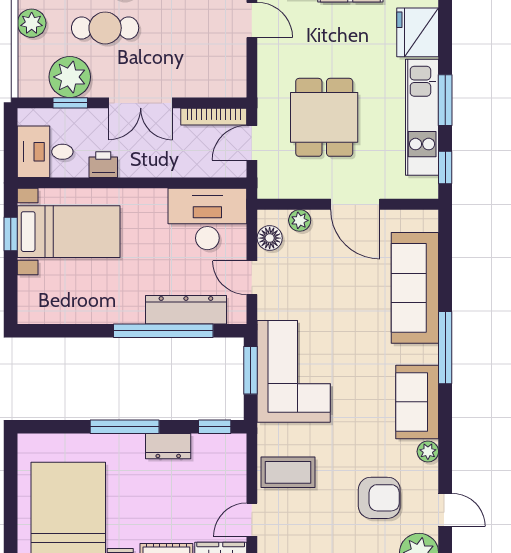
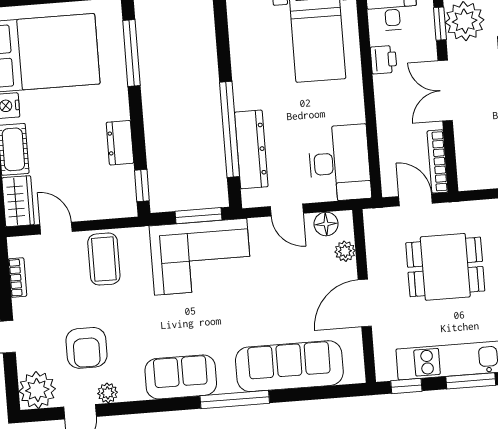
door: (252, 278) -> (287, 210), swing flipped
window: (125, 427) -> (131, 53), moved
plant: (428, 452) -> (108, 393), moved

